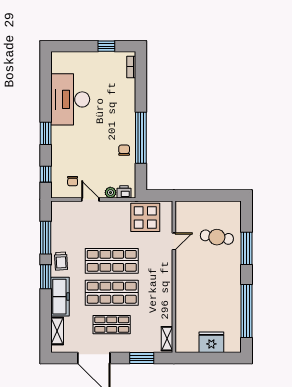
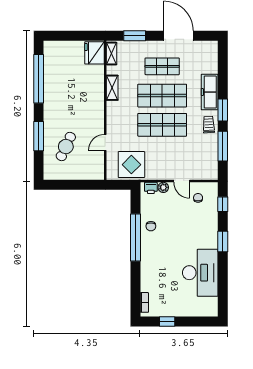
cafe table: (217, 237) -> (66, 147), turned -74
shelving: (57, 331) -> (112, 88), moved
fridge: (211, 342) -> (94, 53), moved, turned 90

